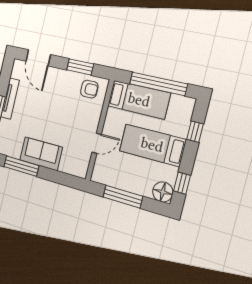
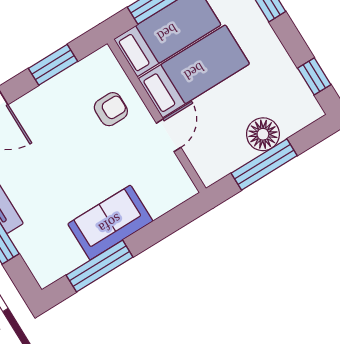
armchair: (89, 89) -> (111, 109), moved
bed: (152, 145) -> (194, 71), moved, turned 180
floor lamp: (163, 192) -> (263, 134), moved

